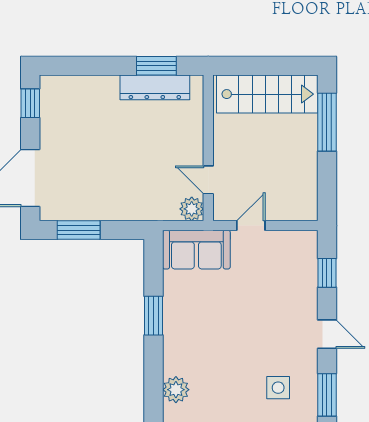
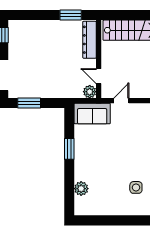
dresser: (155, 87) -> (89, 40), moved, turned 90

